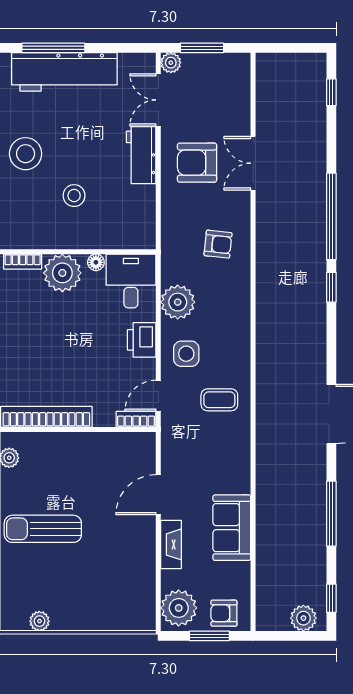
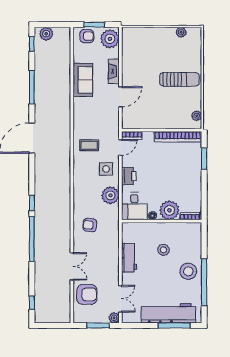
workbench: (141, 155) -> (129, 258), moved
armchair: (197, 163) -> (87, 294), moved

